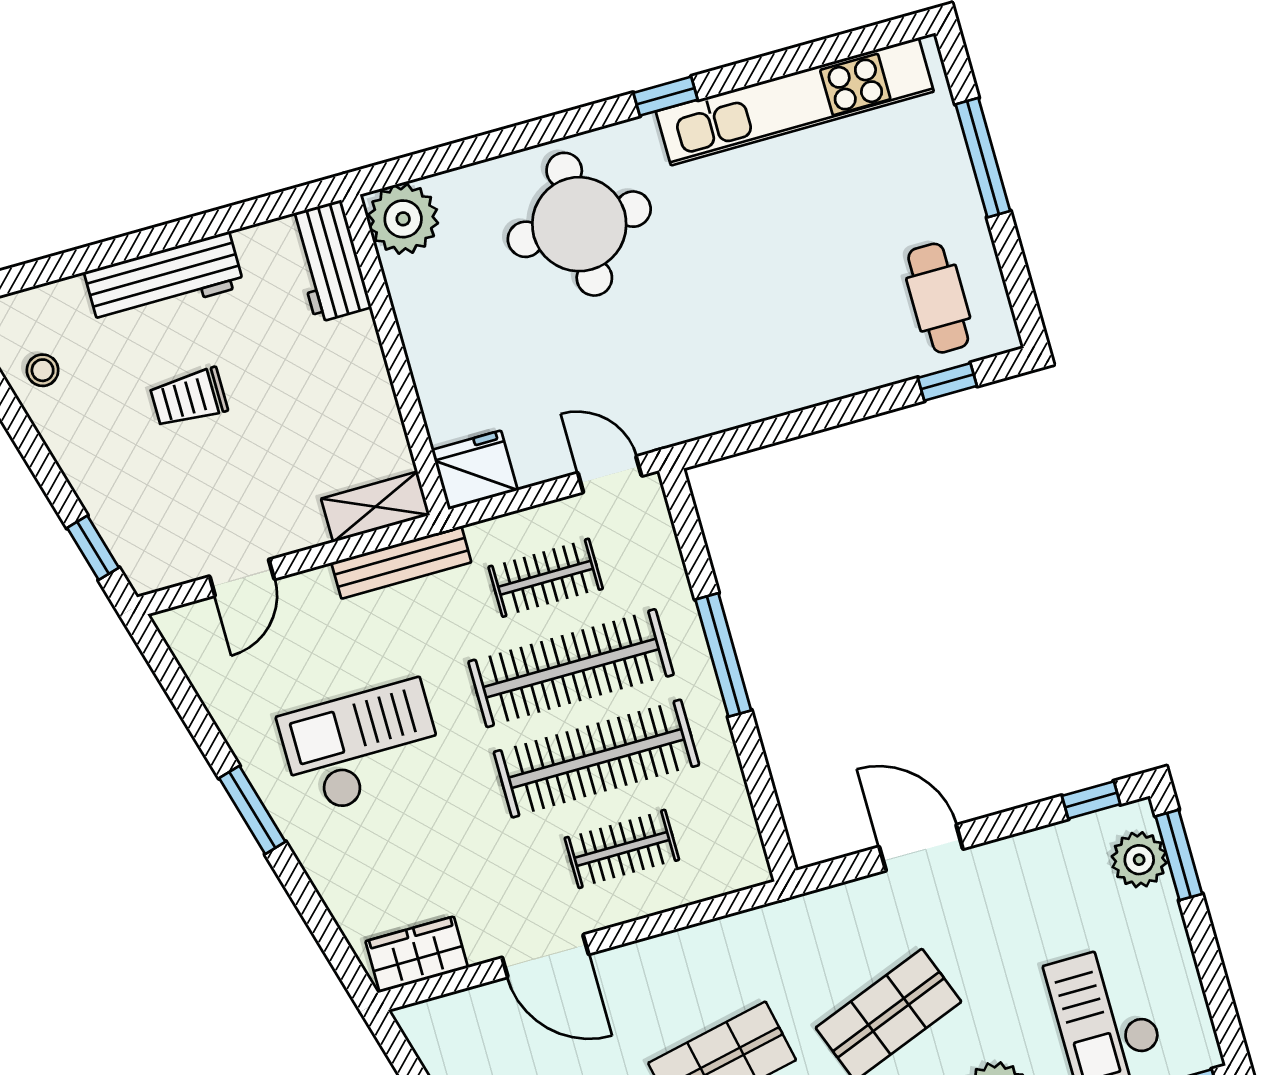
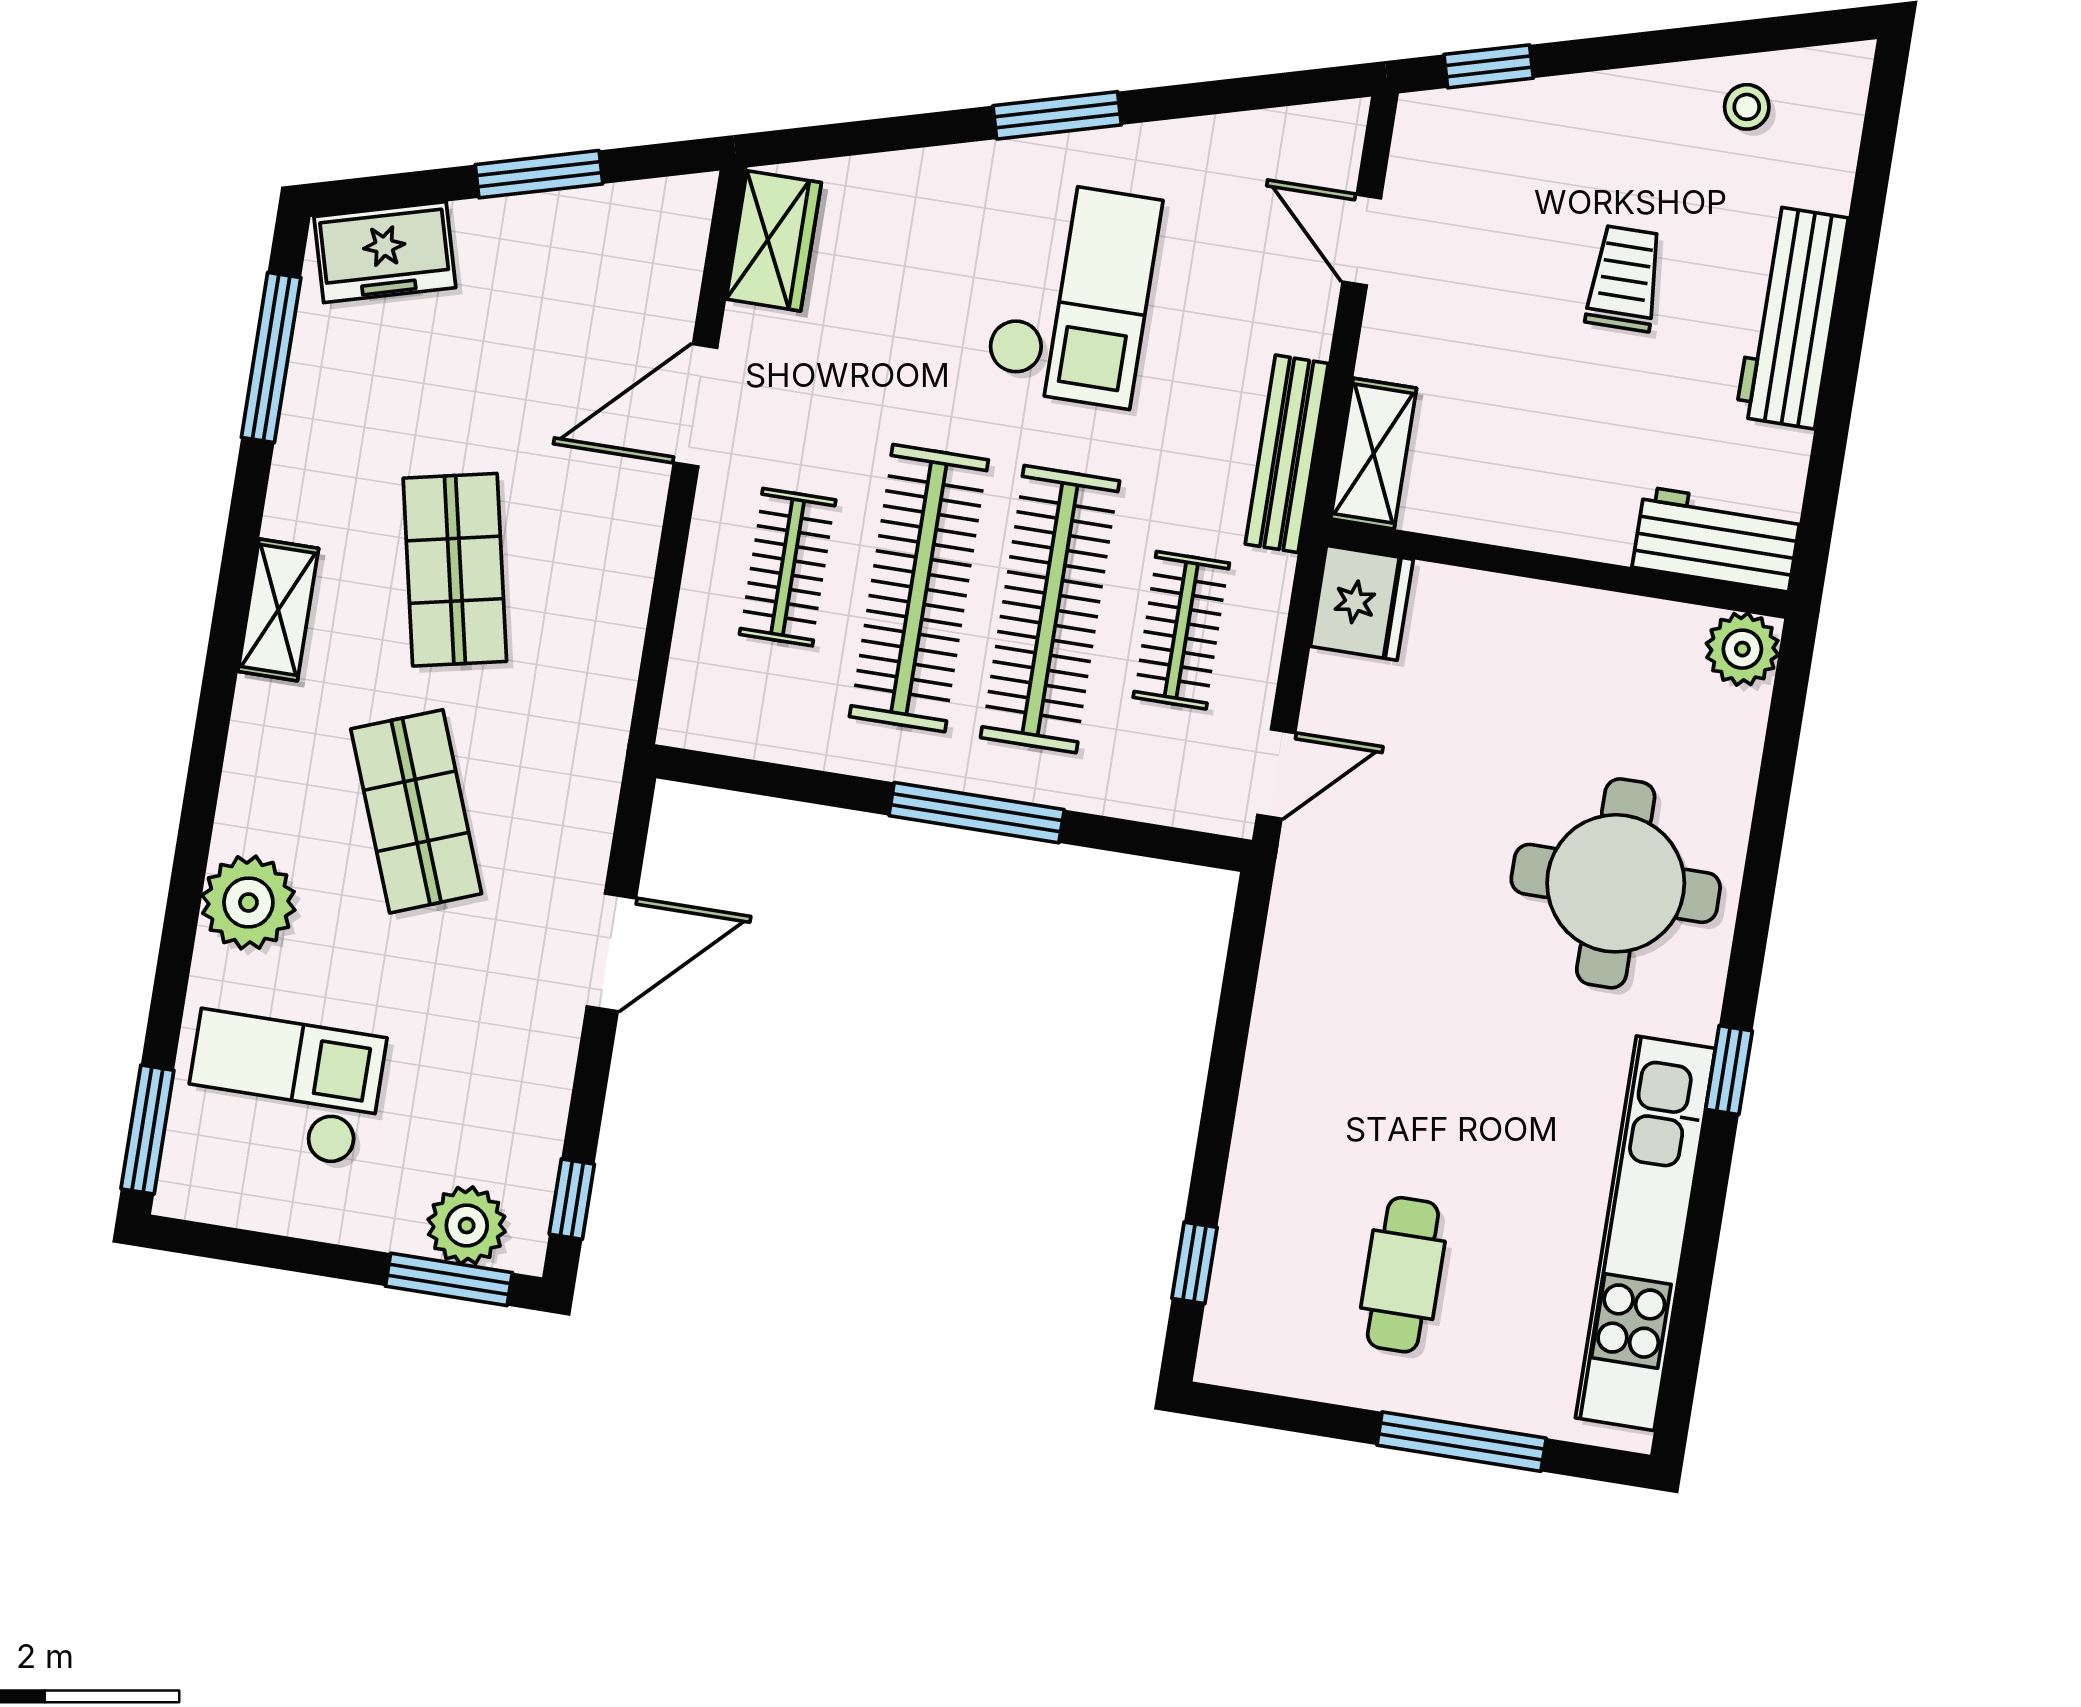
plant: (403, 219) -> (1742, 649), width x0.73, depth x0.73
cafe table: (938, 298) -> (1403, 1275), moved, turned 90

